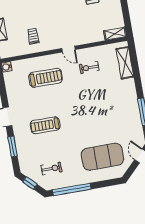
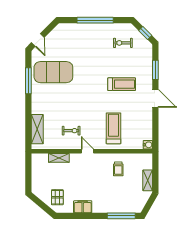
shelving: (115, 34) -> (59, 158), moved
treadmill: (46, 78) -> (114, 128), turned 90
exercise mat: (102, 157) -> (53, 72), moved
window: (72, 189) -> (95, 20), moved

